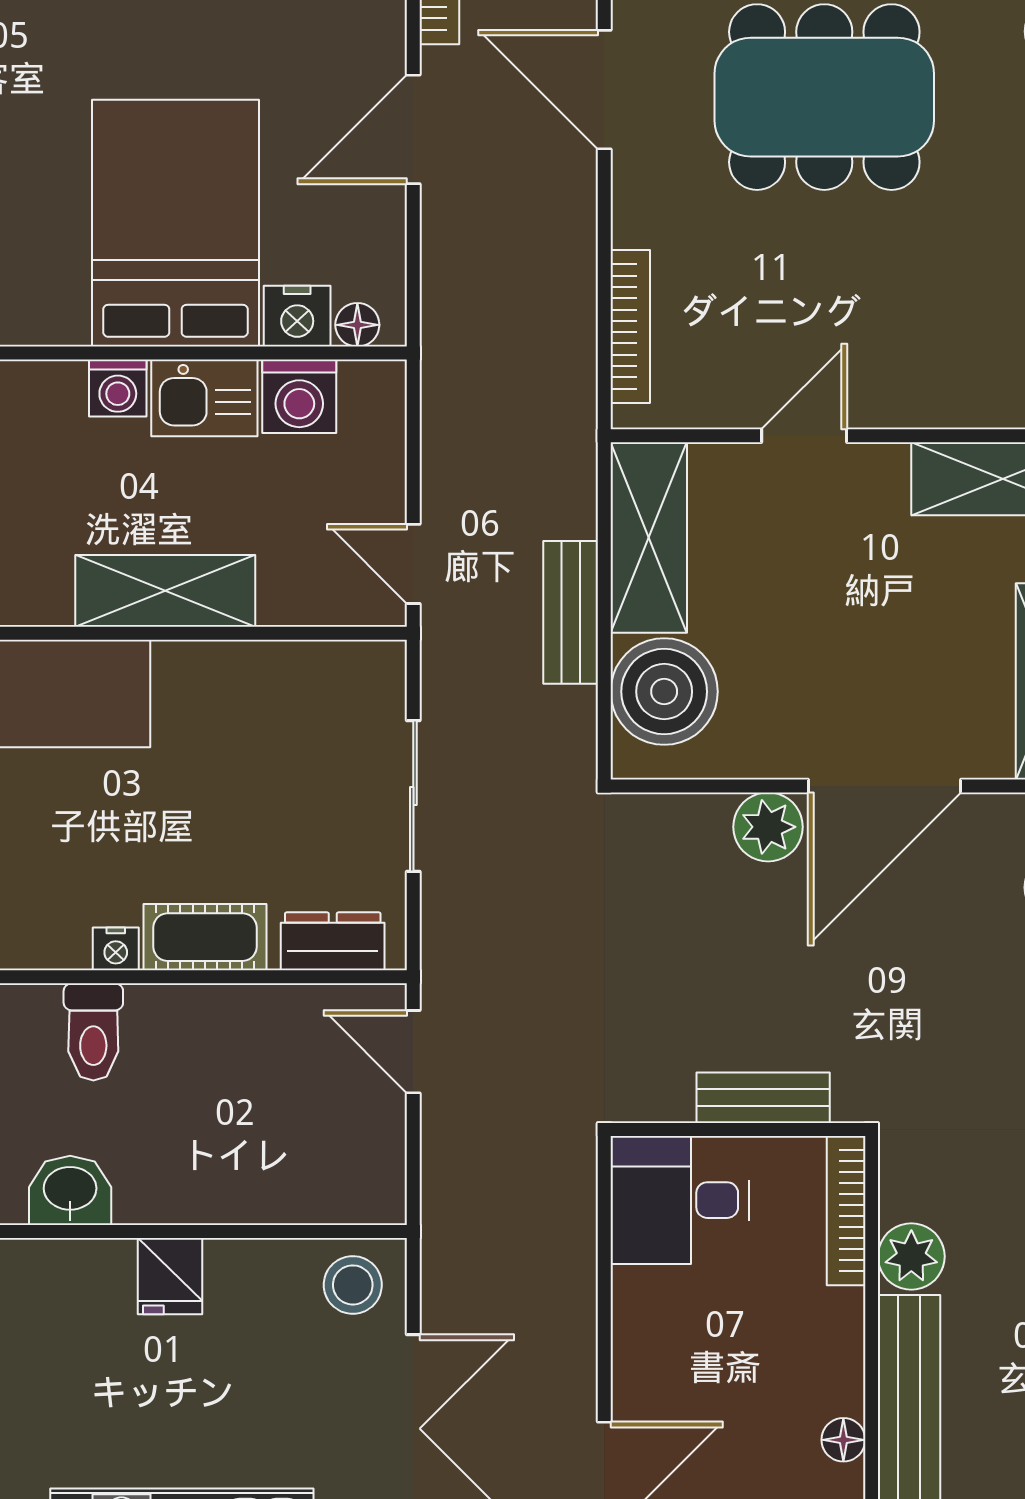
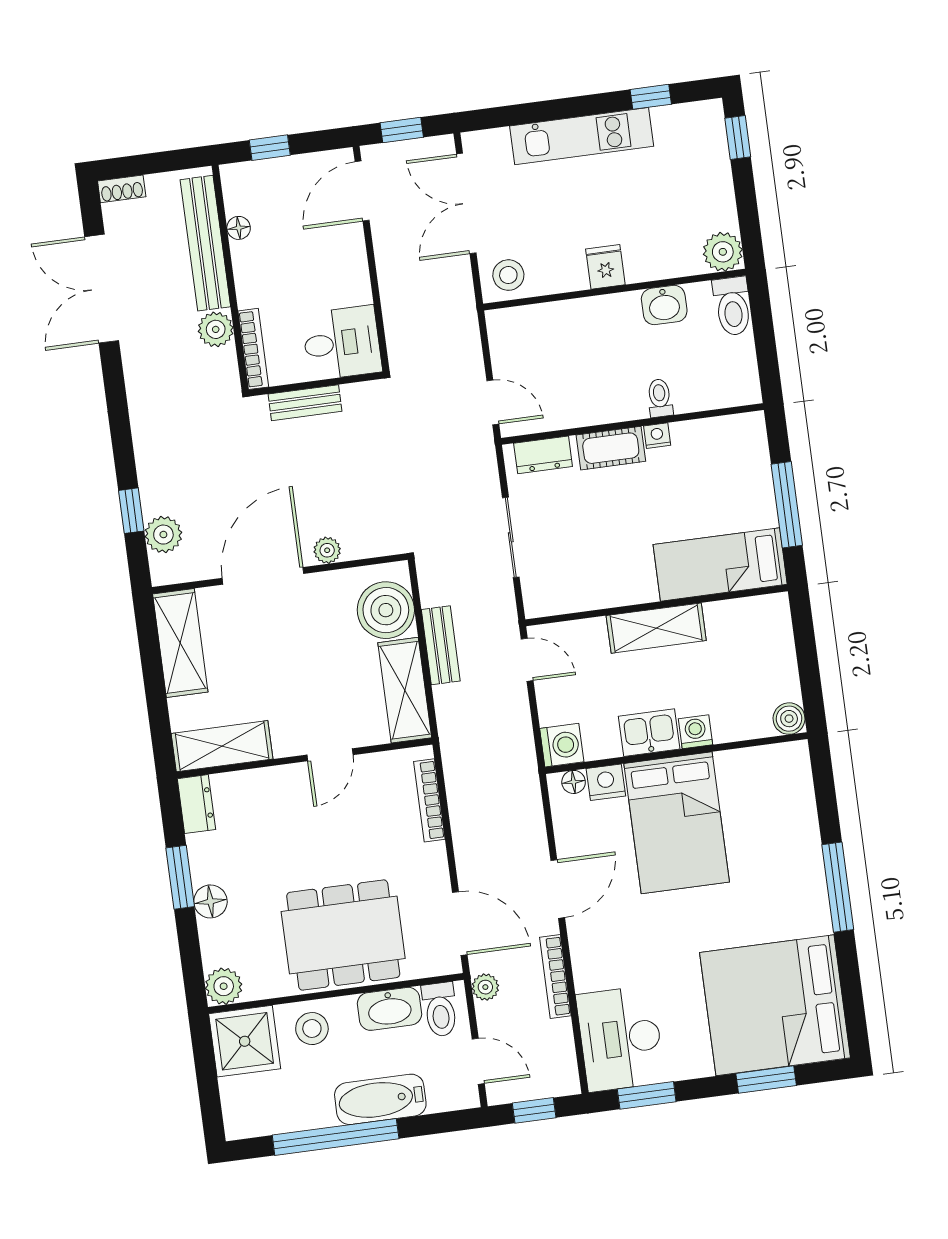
washing machine: (299, 396) -> (562, 745), moved, turned 90
plant: (768, 827) -> (327, 550), width x0.73, depth x0.73
toilet: (93, 1032) -> (660, 398), width x0.73, depth x0.72

